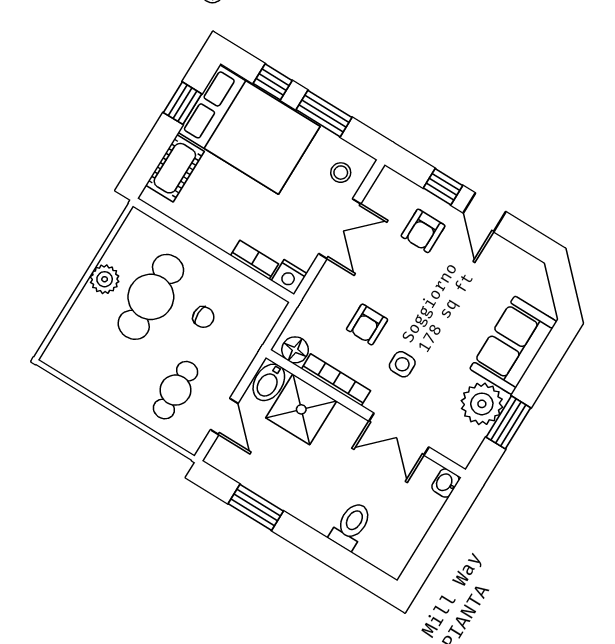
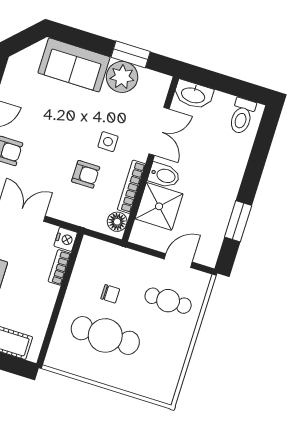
plant: (105, 279) -> (101, 372), removed
chair: (203, 317) -> (110, 294), turned 90
bidet: (269, 382) -> (164, 175), moved
washbasin: (445, 483) -> (193, 95), width x1.91, depth x1.45
toilet: (351, 526) -> (242, 116), moved, turned -90

